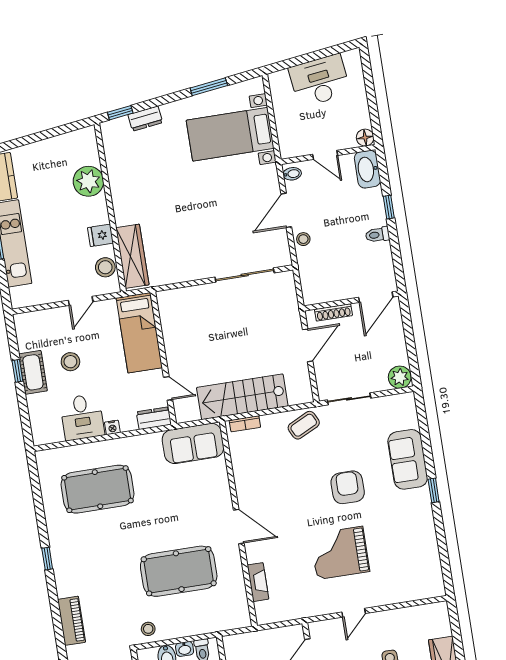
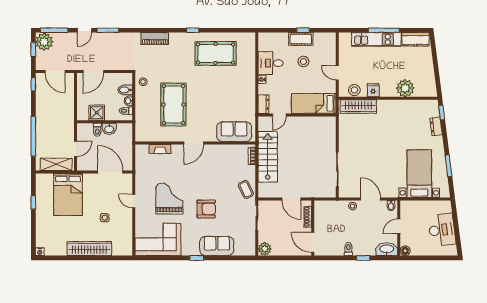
sofa: (193, 443) -> (234, 132), moved, turned 90
pool table: (97, 489) -> (216, 53), moved, turned 90
corner sofa: (413, 561) -> (158, 239), added

